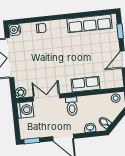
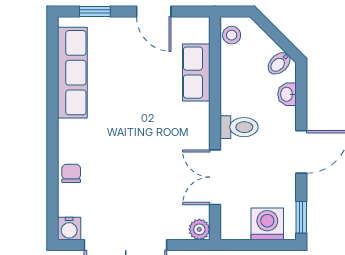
row of seats: (85, 84) -> (196, 73), moved
washing machine: (25, 110) -> (267, 224), moved

